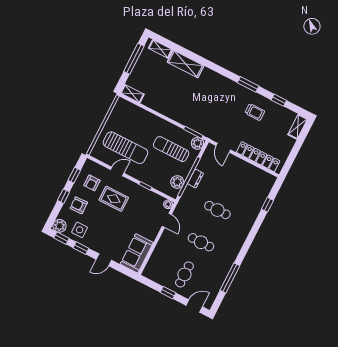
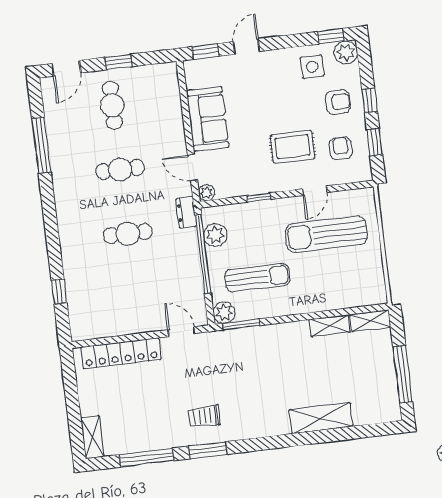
shelving: (160, 49) -> (330, 326), moved
window: (279, 100) -> (147, 458), width x2.17
trolley: (255, 112) -> (204, 416), moved
dresser: (195, 179) -> (186, 212), moved
window: (81, 248) -> (206, 51), moved
sofa: (137, 253) -> (208, 119), moved

